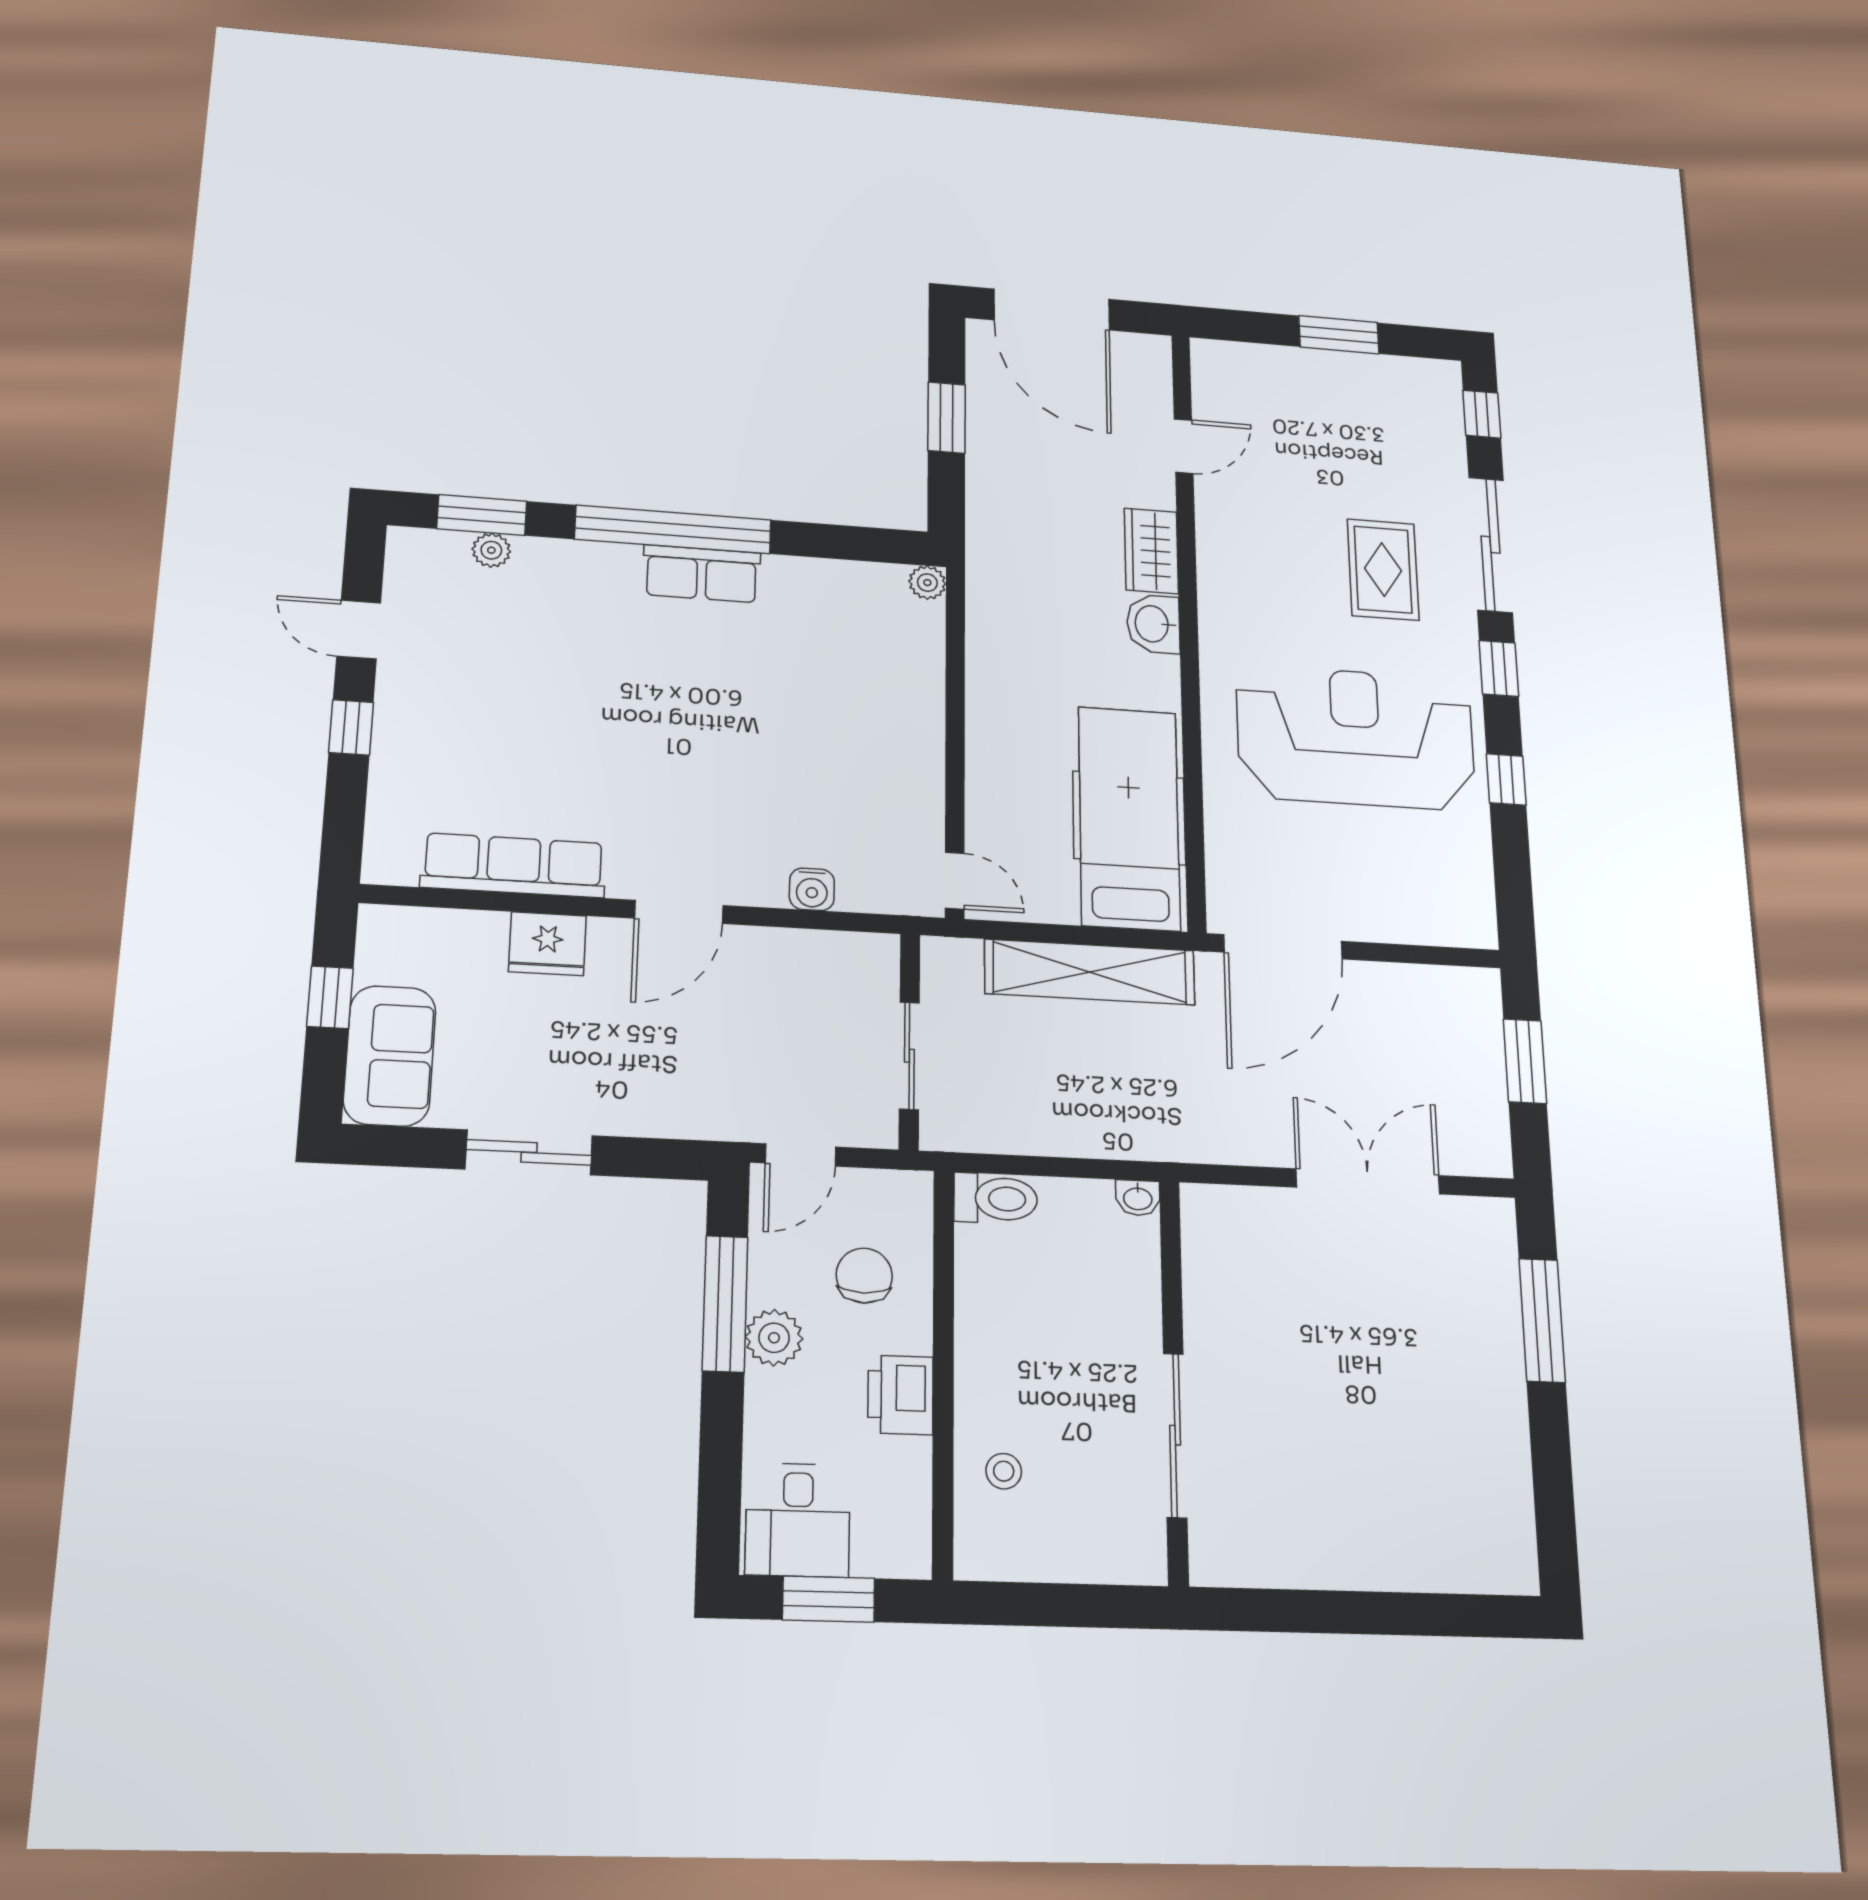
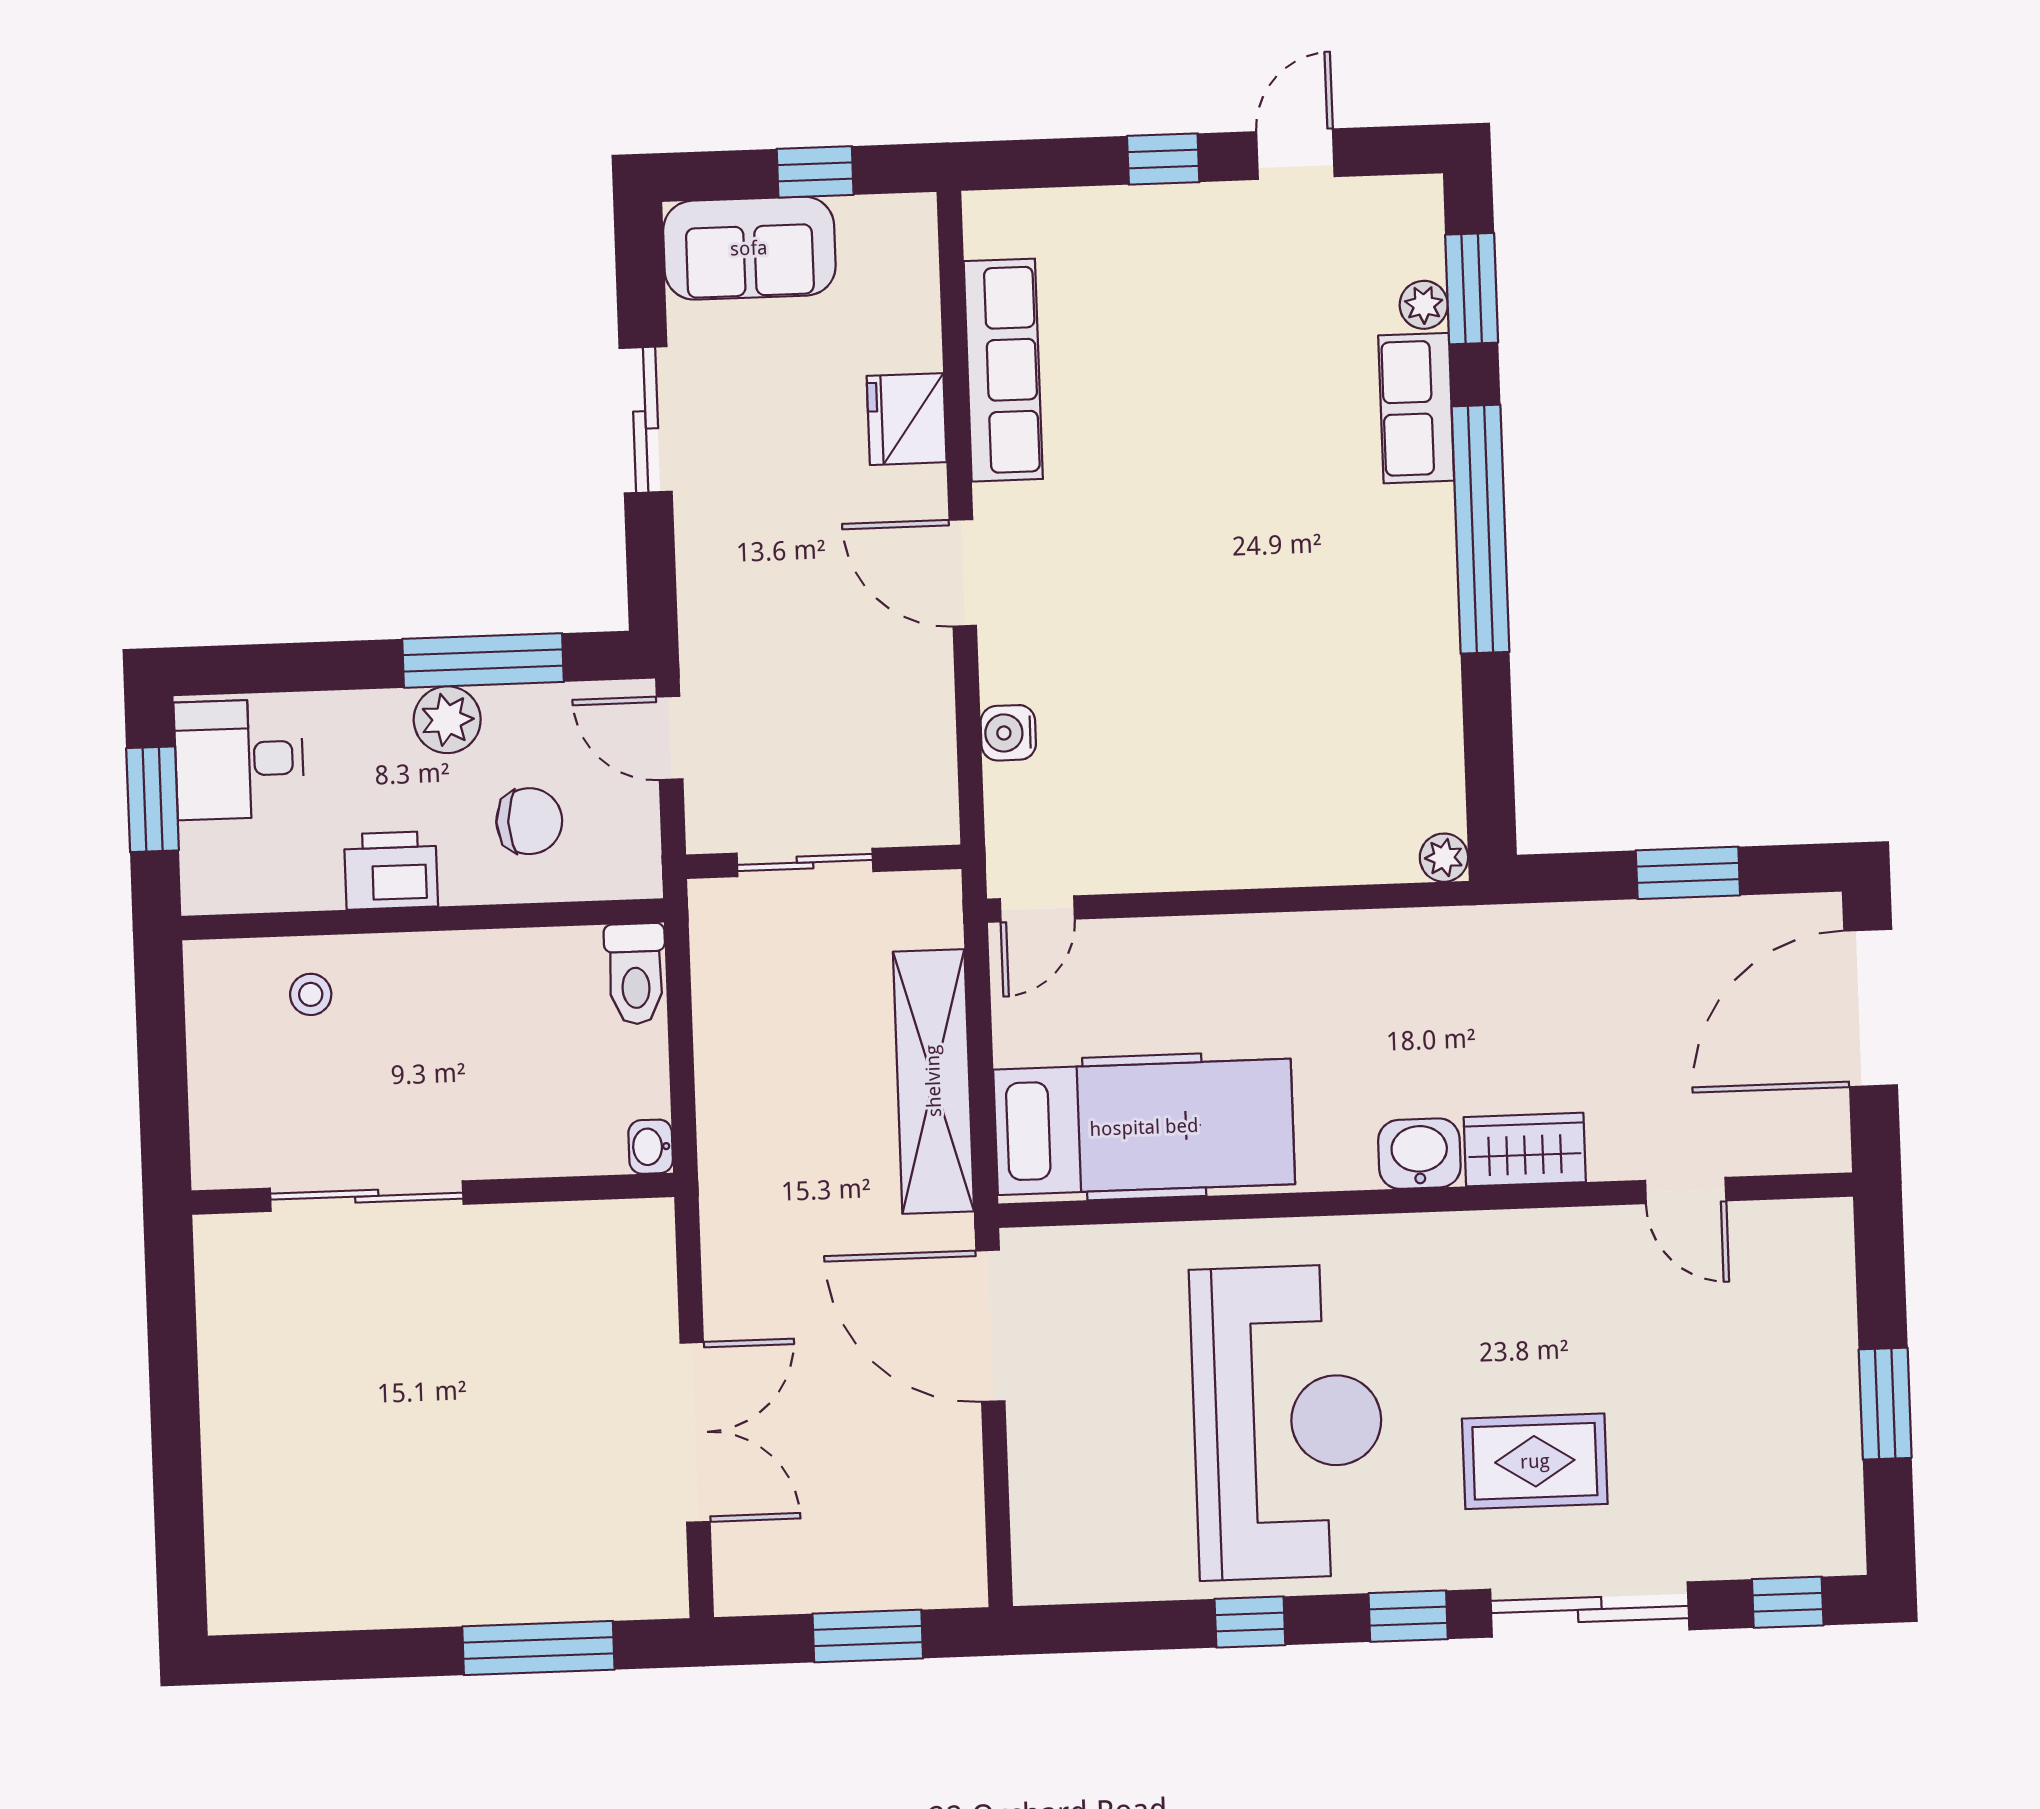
row of seats: (702, 574) -> (1416, 408), moved

